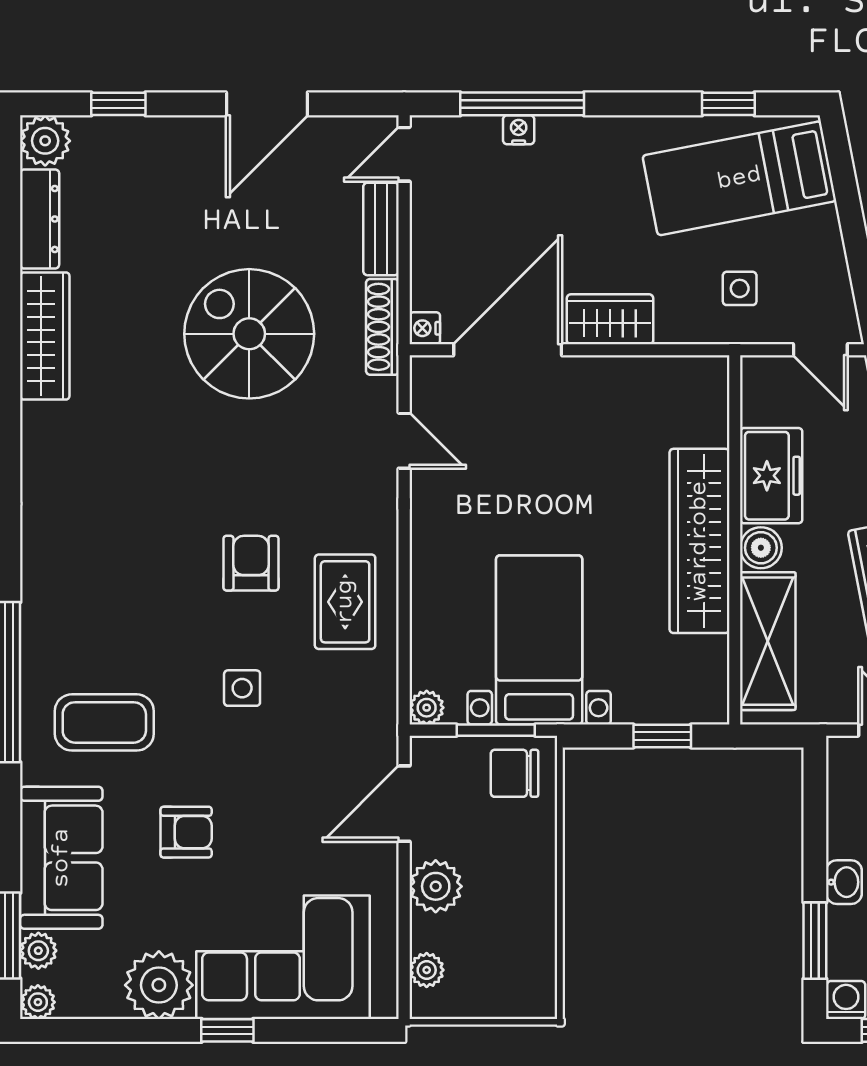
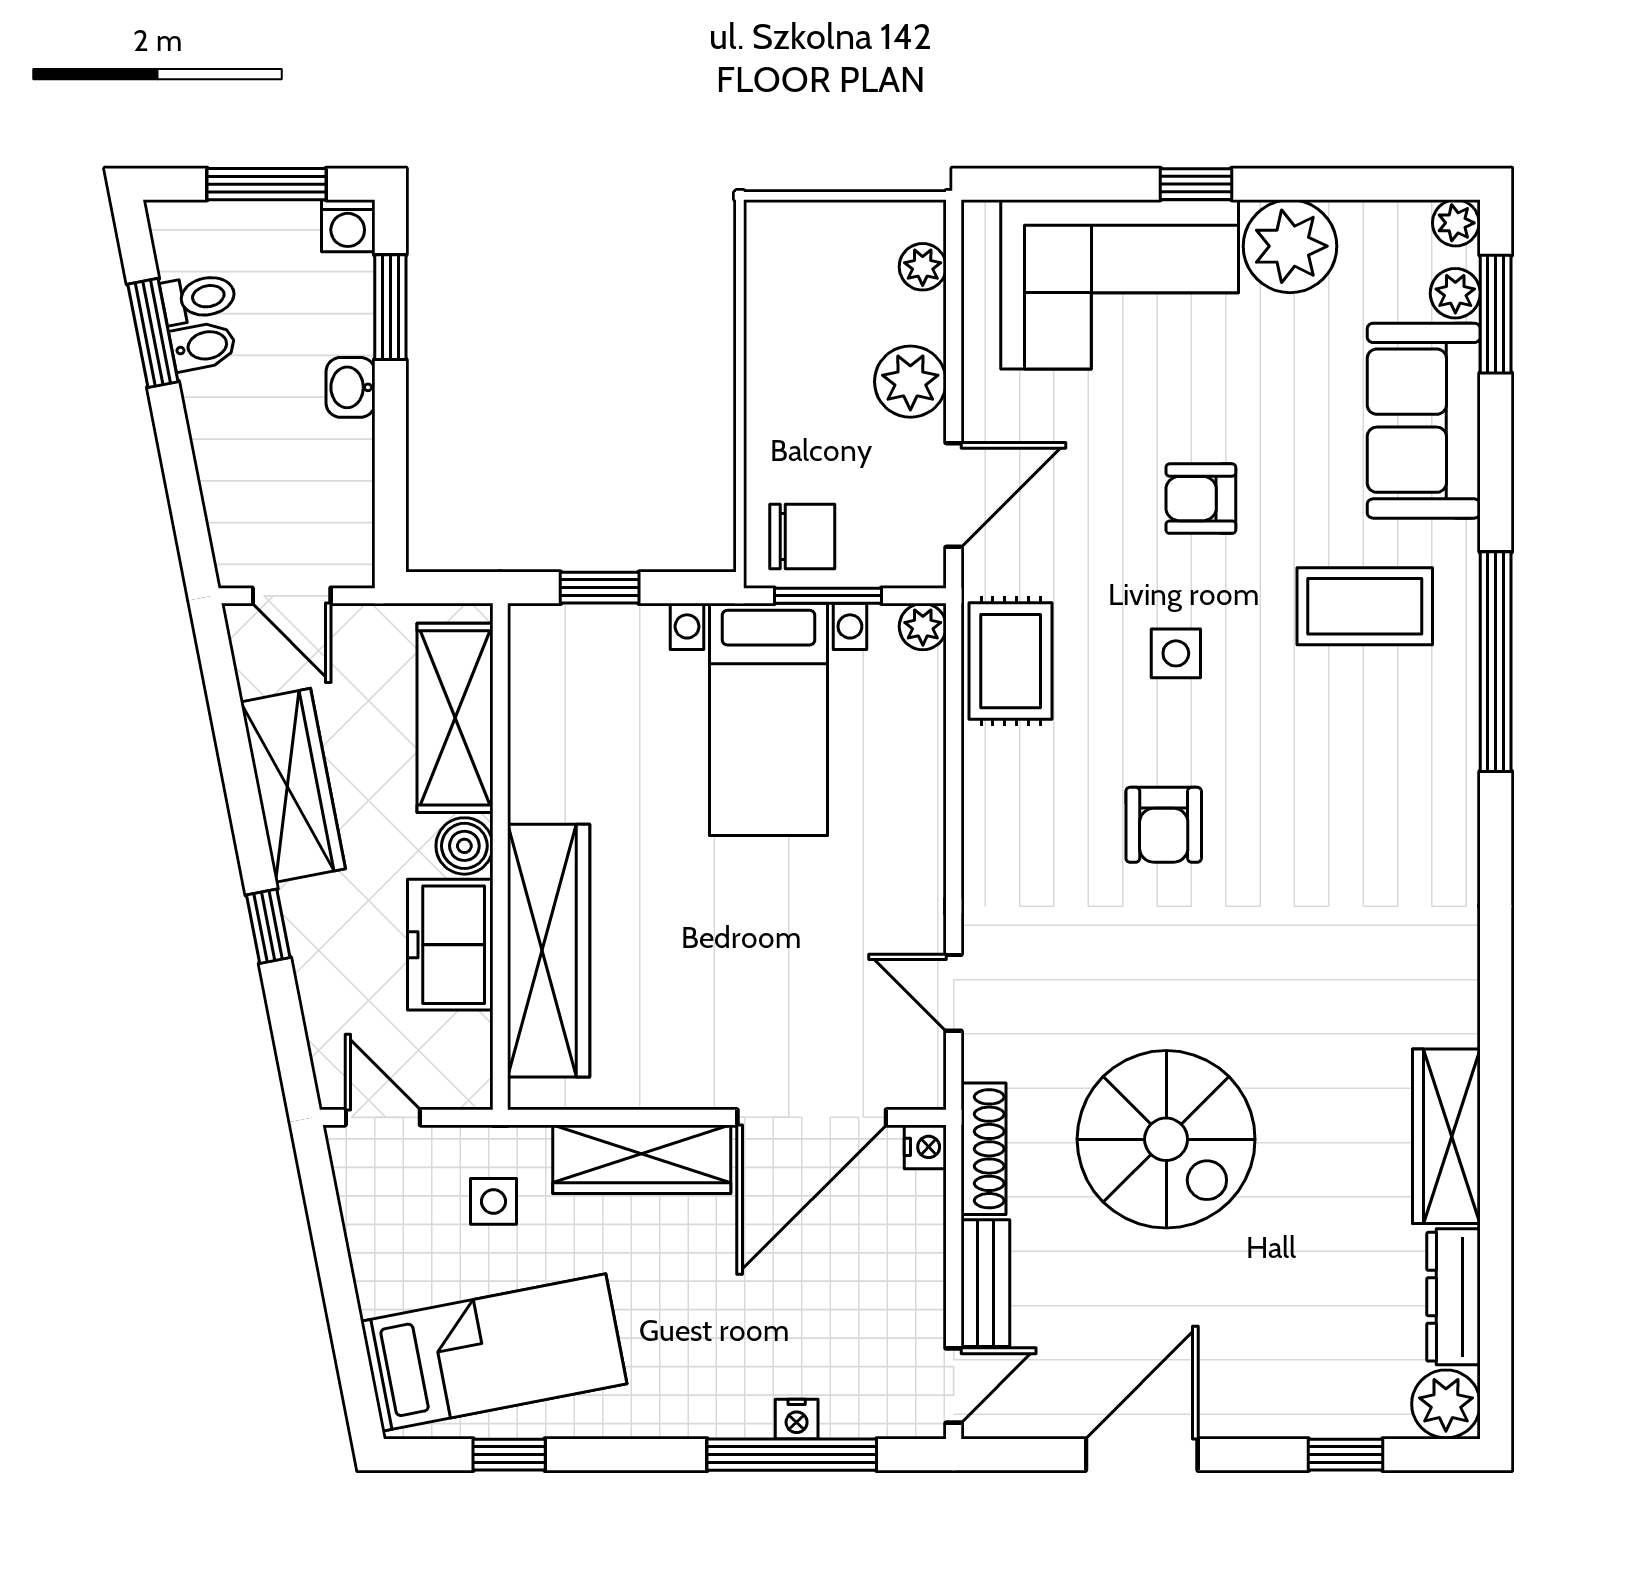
wardrobe: (610, 319) -> (642, 1159), width x1.50
wardrobe: (699, 541) -> (549, 951), moved
rug: (345, 602) -> (1011, 661), moved
armchair: (186, 832) -> (1201, 499), moved

